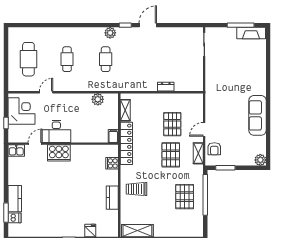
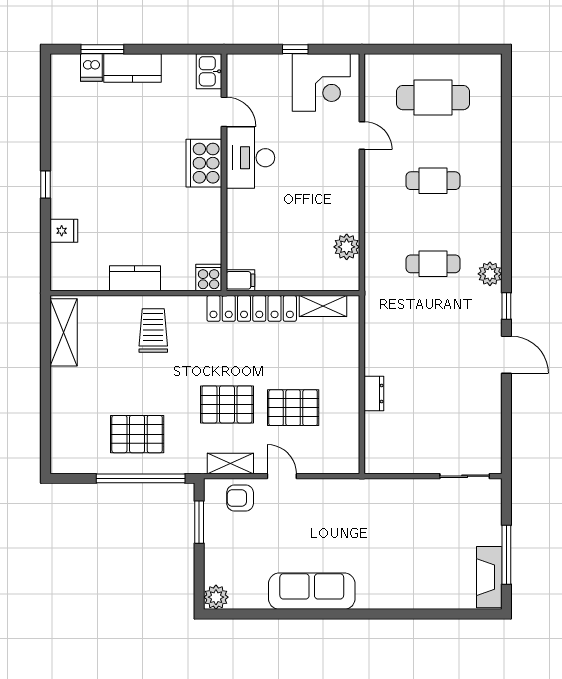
desk: (56, 131) -> (250, 158), moved
filing cabinet: (113, 136) -> (240, 280), moved
door: (35, 144) -> (224, 112), moved
wall: (63, 144) -> (224, 172), moved
kitchen sink: (16, 151) -> (209, 71), moved
cooker: (59, 153) -> (204, 163), moved

